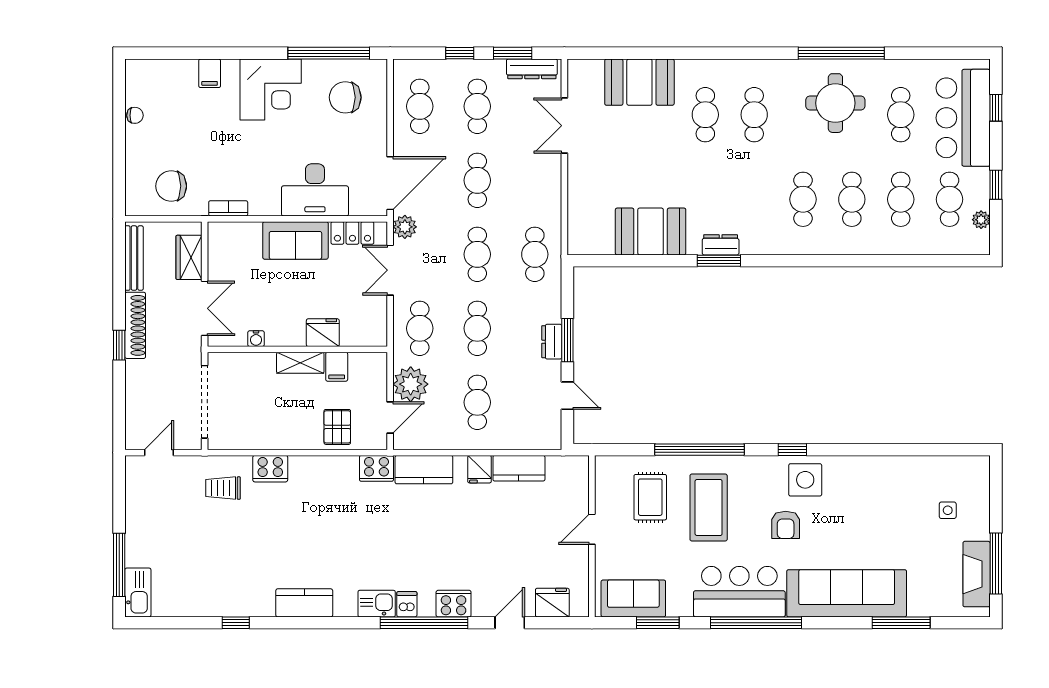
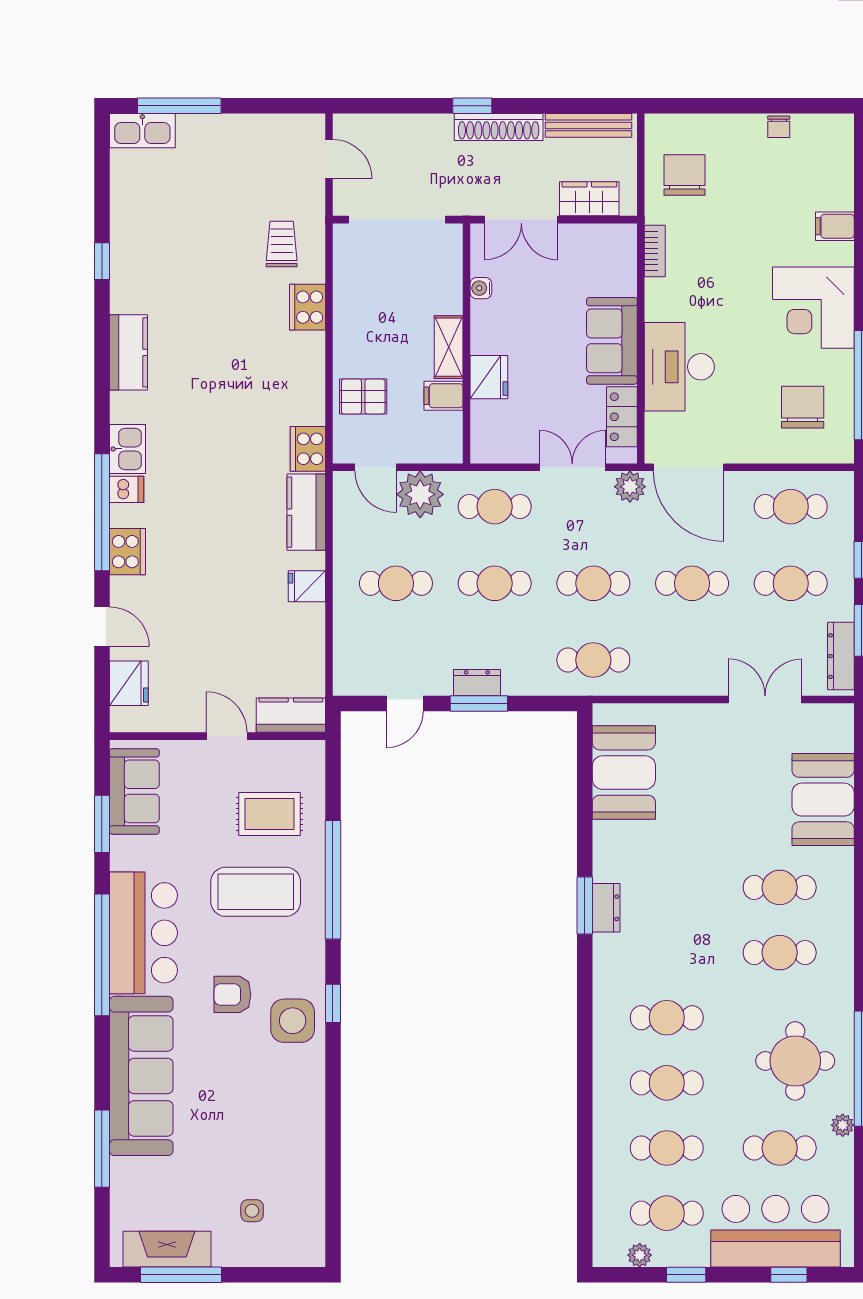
plant: (884, 67) -> (843, 1125), added
booth: (651, 231) -> (624, 773), moved
kitchen counter: (519, 468) -> (291, 715), moved, turned 90

